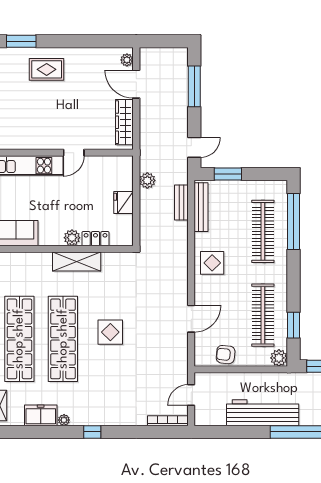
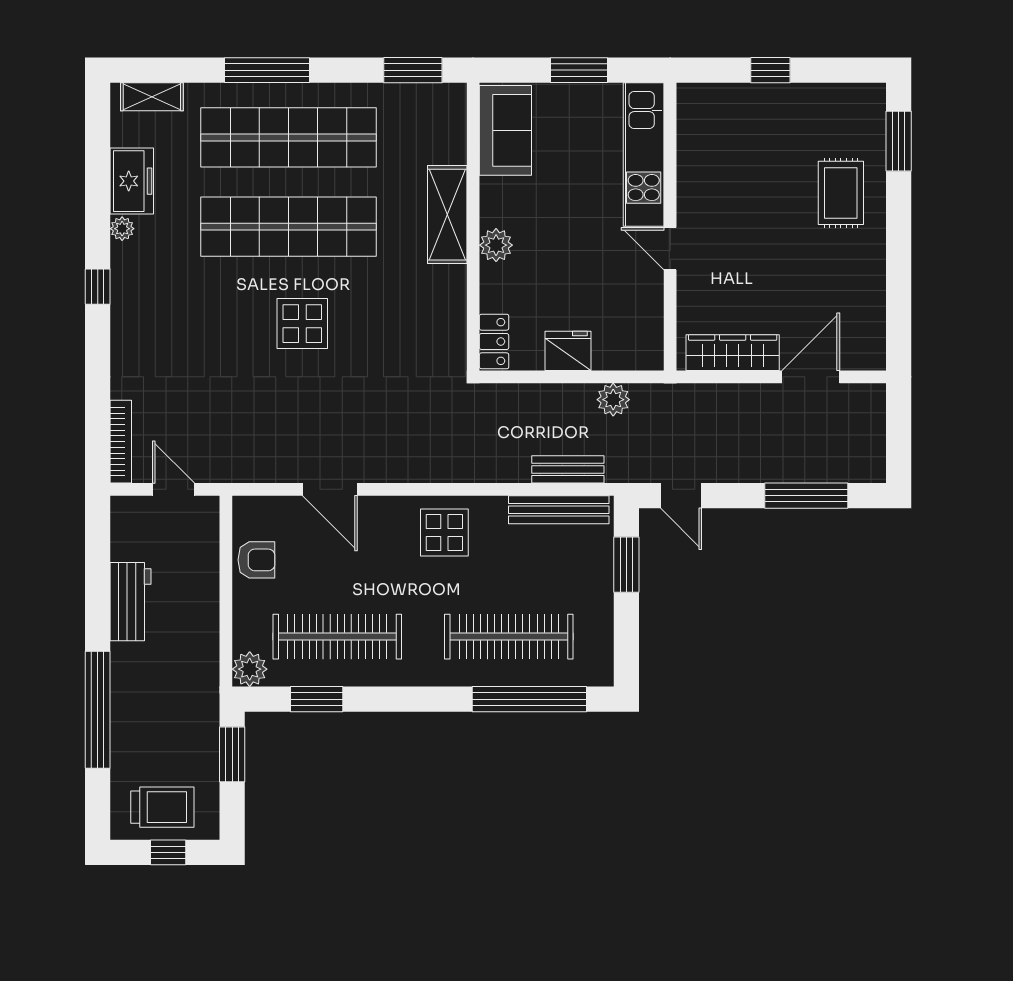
plant: (127, 60) -> (860, 358), removed
locker: (95, 239) -> (494, 342), moved
shelving: (77, 261) -> (447, 215), moved
armchair: (226, 355) -> (256, 560), turned 84
workbench: (263, 413) -> (130, 602), width x0.53, depth x0.76

